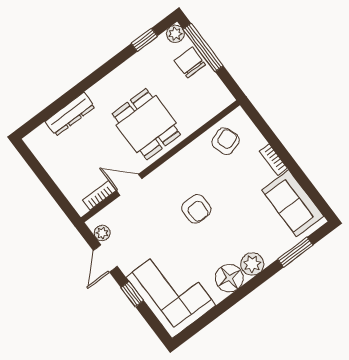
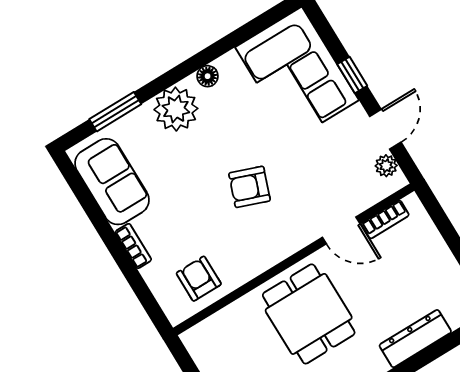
armchair: (225, 141) -> (199, 279), turned 109
armchair: (196, 209) -> (249, 187), turned -70
plant: (252, 264) -> (176, 109), width x1.36, depth x1.36
floor lamp: (229, 278) -> (208, 76), width x0.53, depth x0.53

